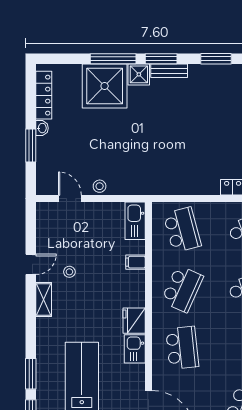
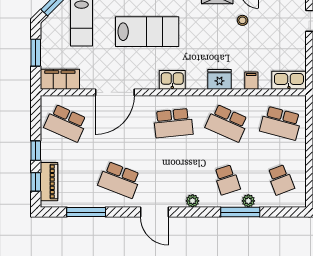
school desk: (182, 230) -> (281, 123), turned 30
fridge: (134, 321) -> (219, 79), moved

